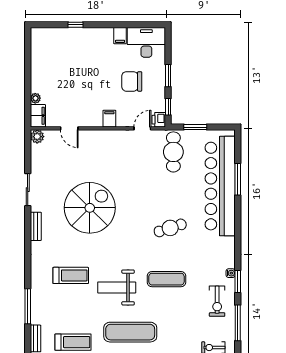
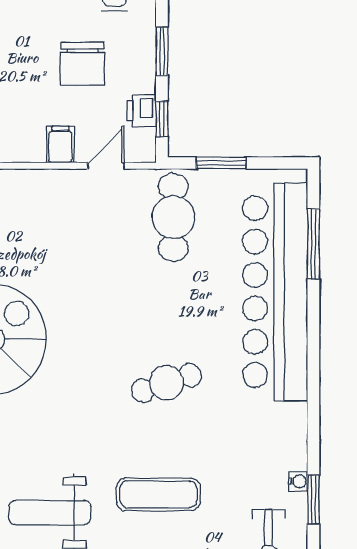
chair: (132, 81) -> (83, 64), turned -90
filing cabinet: (109, 119) -> (60, 145), moved
printer: (159, 120) -> (142, 111), moved
window: (238, 179) -> (313, 244), moved

